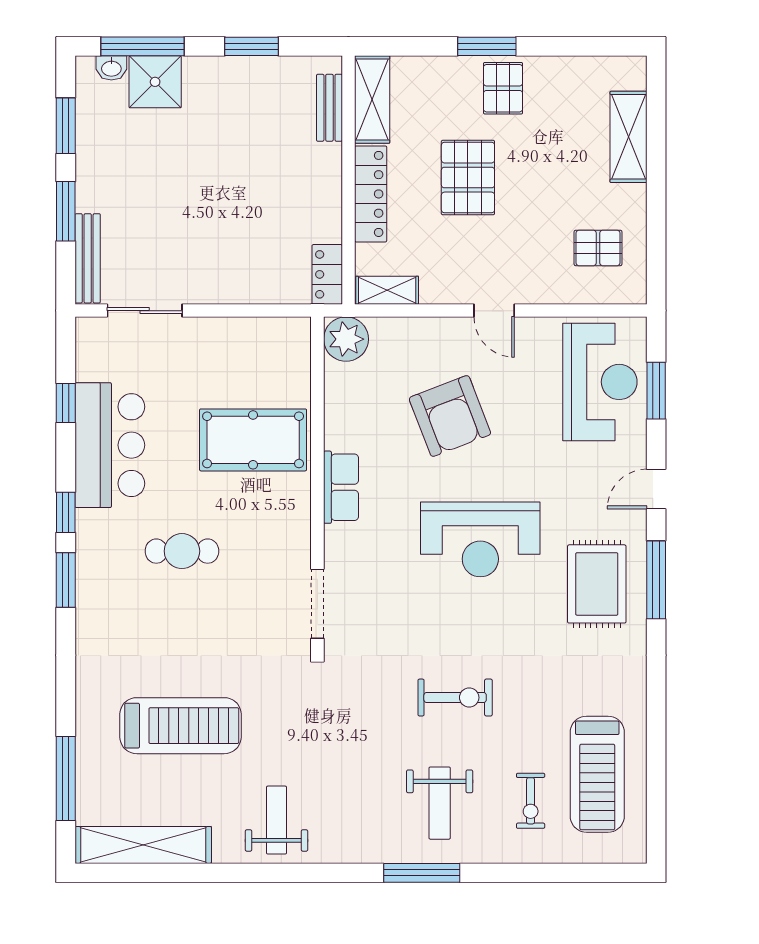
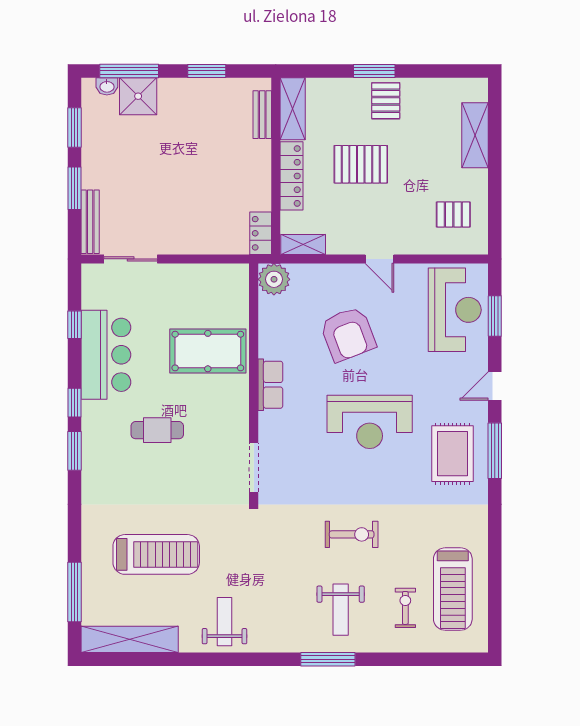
pallet: (468, 178) -> (361, 164), turned 90
exercise bike: (531, 801) -> (405, 608), turned 180

